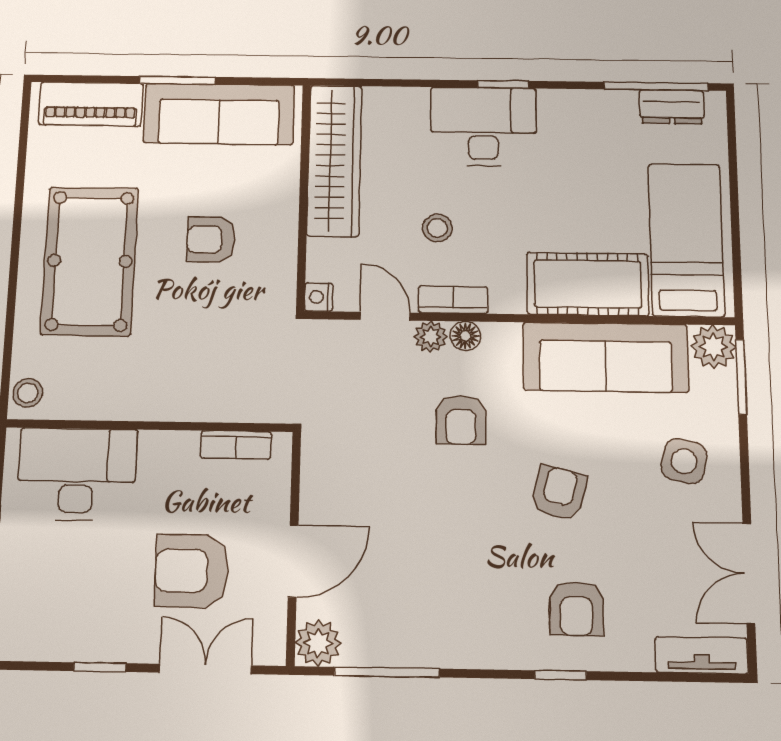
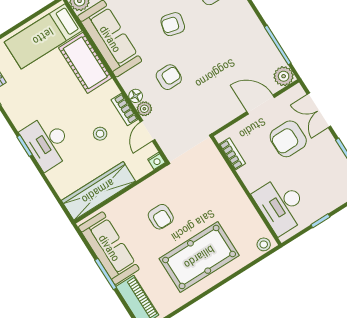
armchair: (191, 571) -> (288, 139), turned 90

